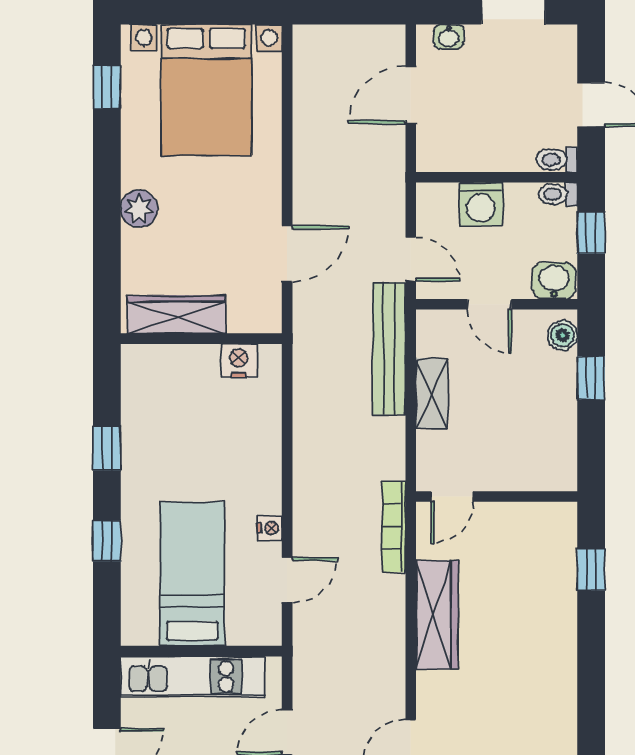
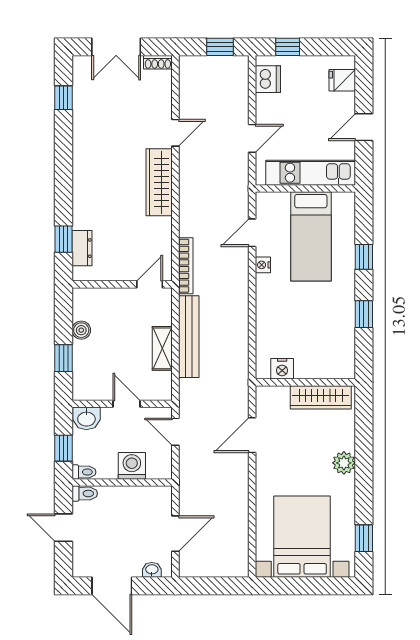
boiler: (562, 335) -> (81, 330), moved
bench: (389, 349) -> (189, 337), moved
dresser: (561, 555) -> (82, 248), added
wardrobe: (437, 615) -> (159, 182), moved

